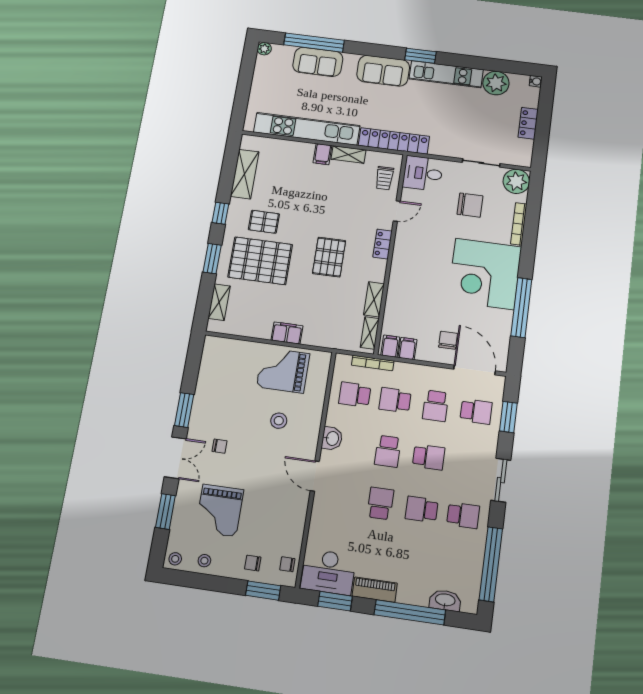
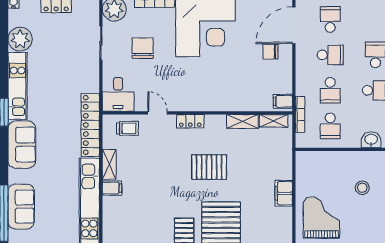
filing cabinet: (408, 349) -> (283, 86), removed
grand piano: (283, 370) -> (322, 217), moved, turned 180

